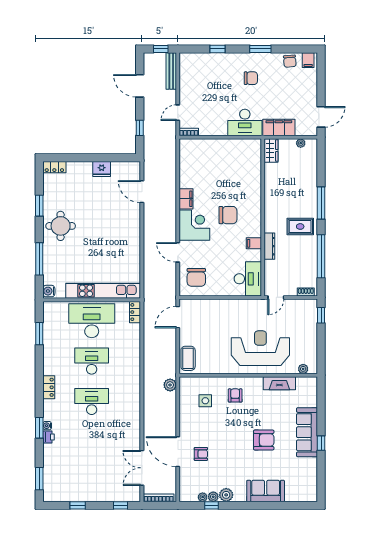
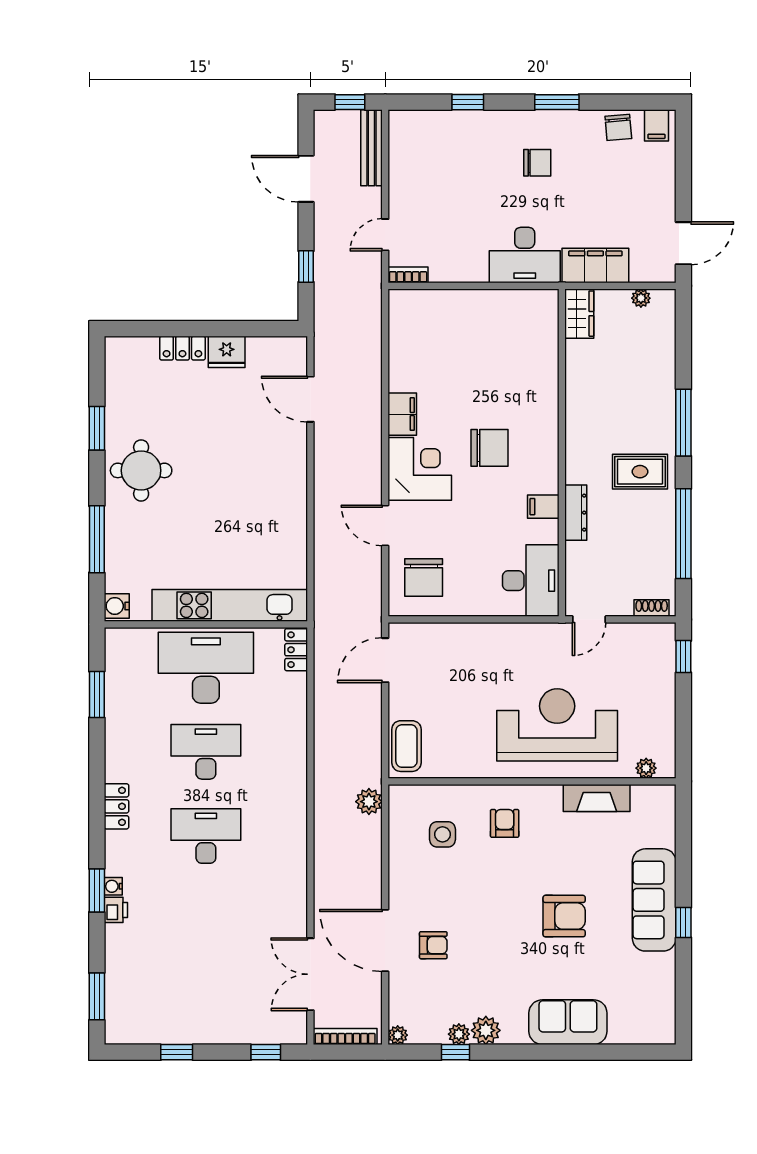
locker: (54, 167) -> (182, 348), moved
plant: (203, 497) -> (398, 1035), moved

